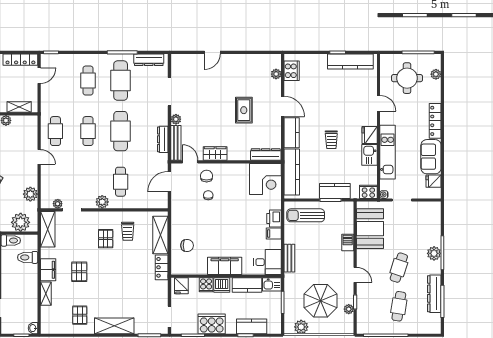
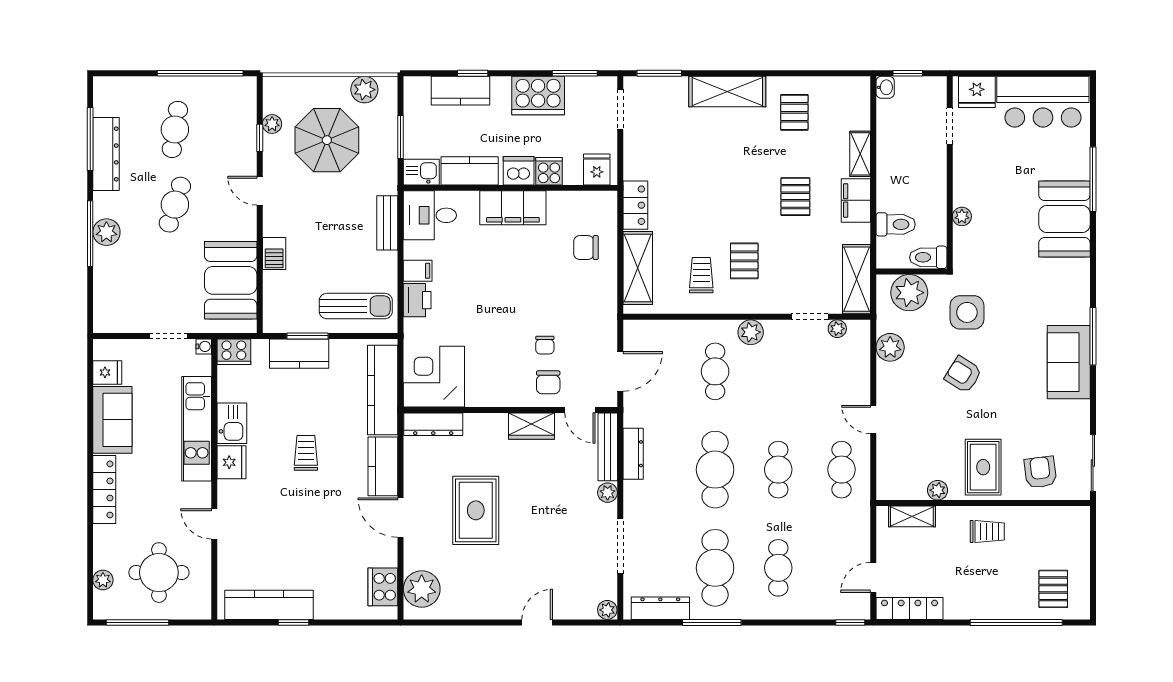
plant: (176, 59) -> (607, 610), added
plant: (276, 74) -> (422, 589), width x1.88, depth x1.88
rug: (244, 110) -> (476, 510), width x1.36, depth x1.43

